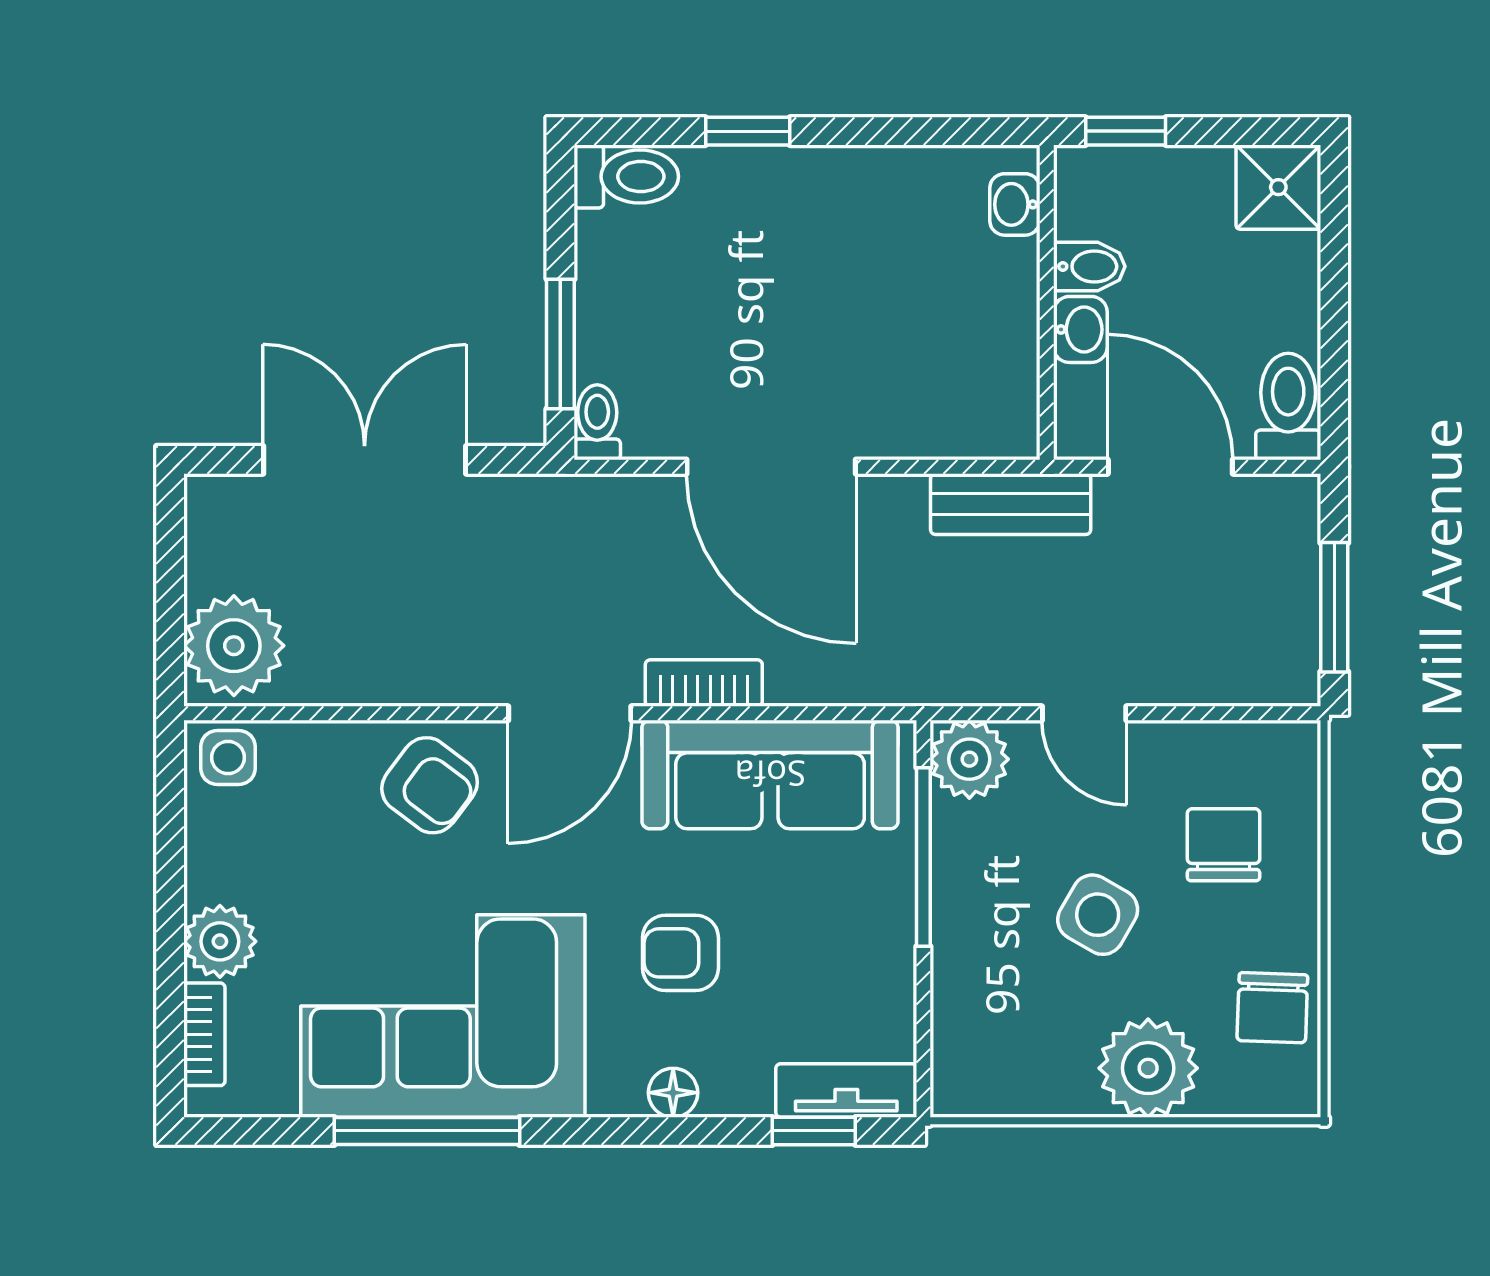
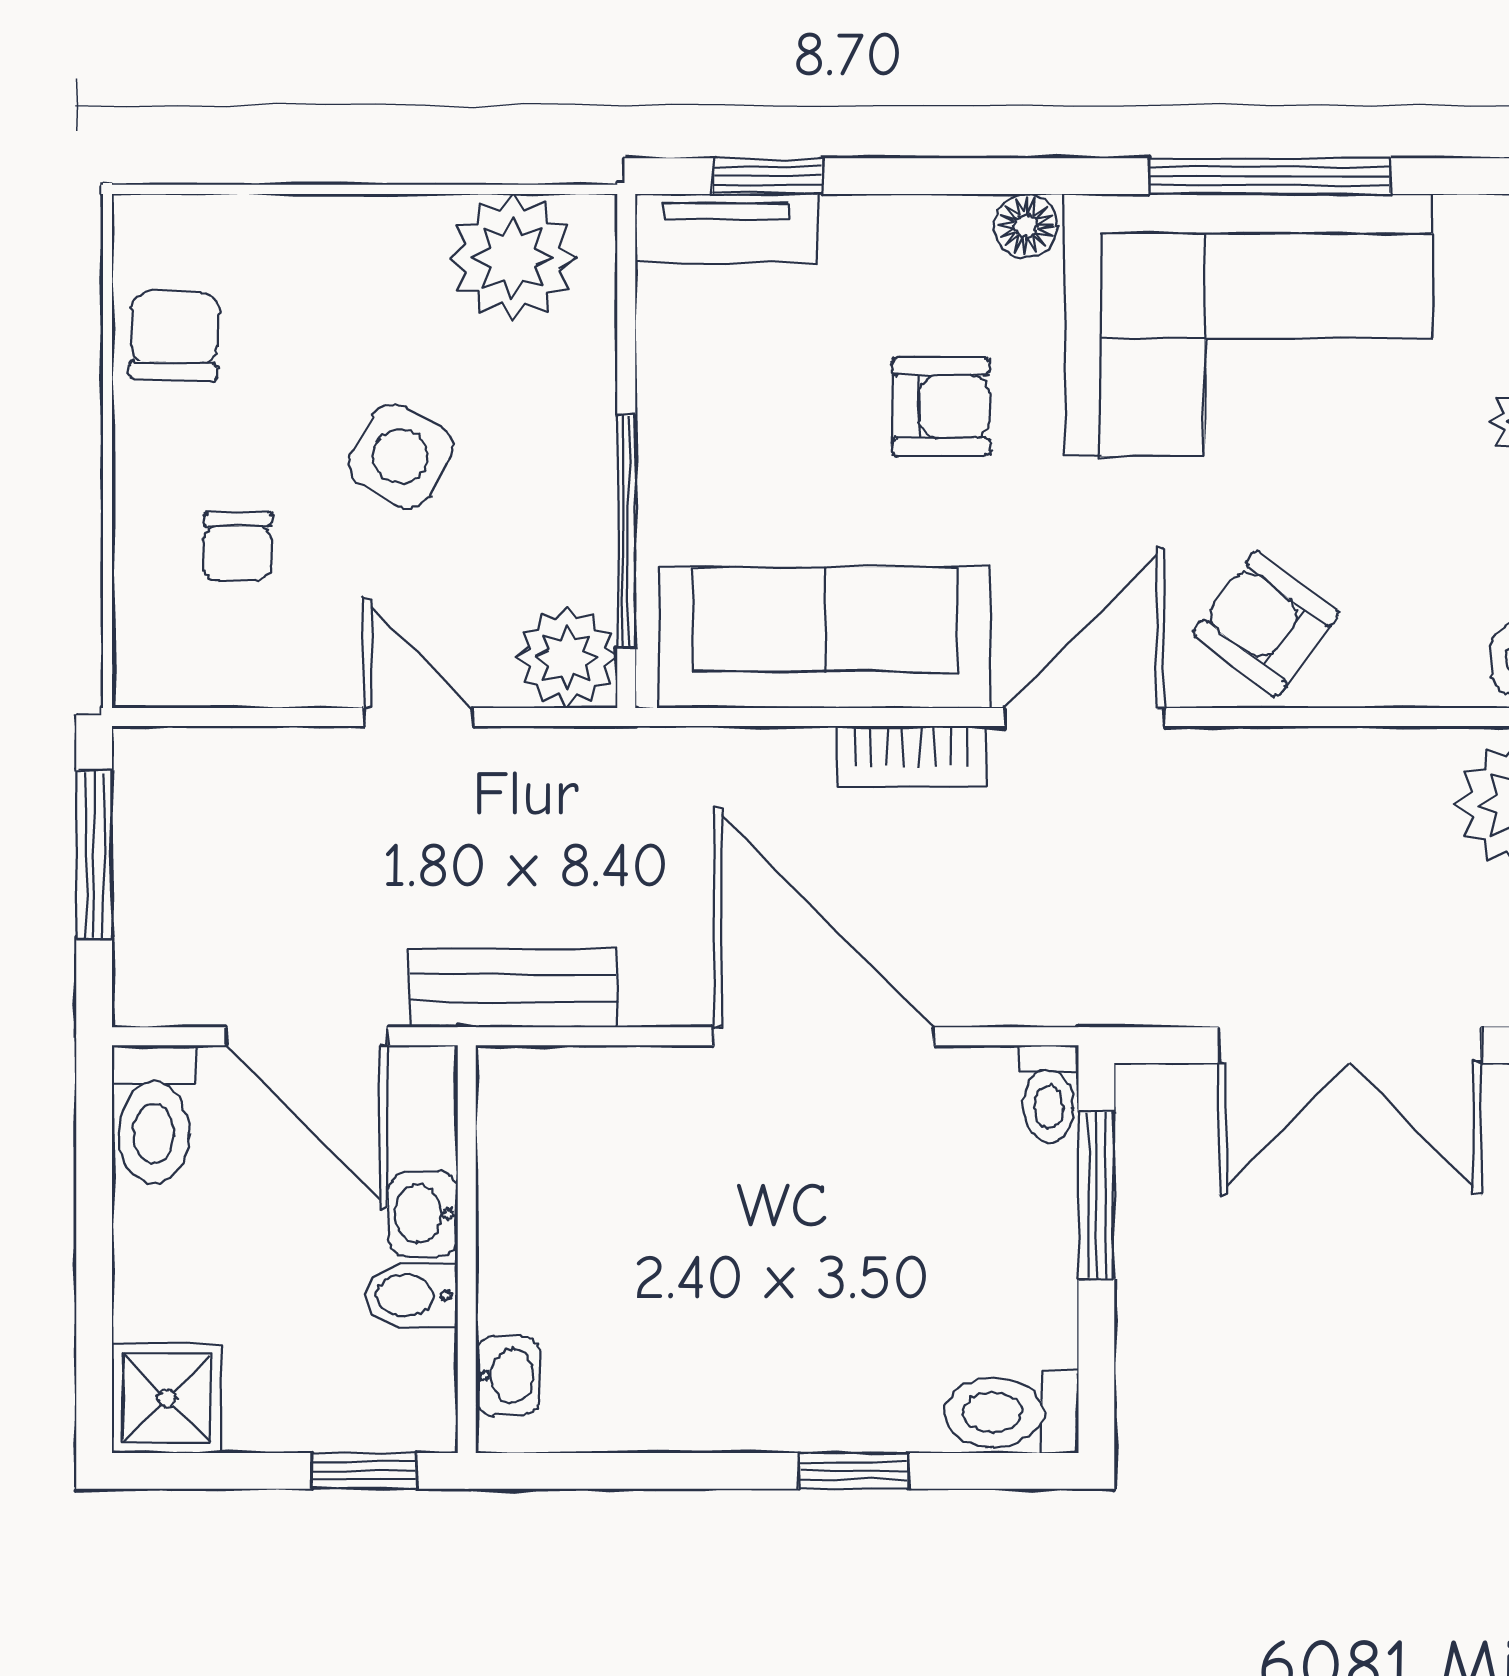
chair: (1224, 845) -> (238, 547), width x0.73, depth x0.73
plant: (1148, 1068) -> (513, 258), moved
floor lamp: (673, 1093) -> (1026, 226), moved

